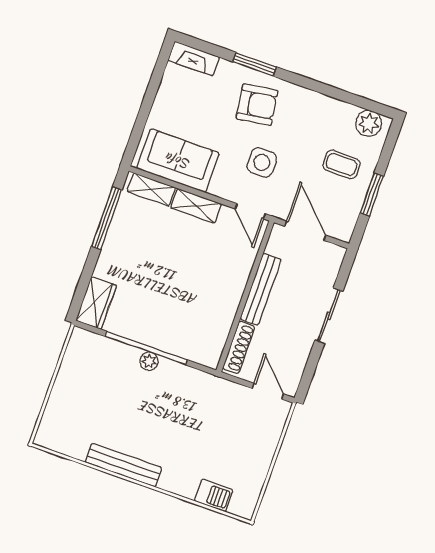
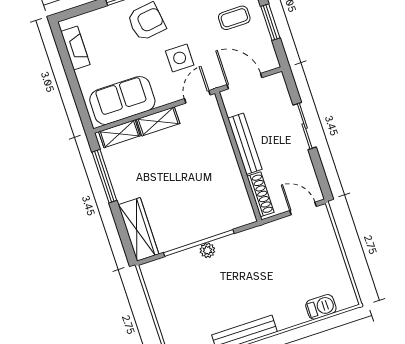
fireplace: (194, 59) -> (75, 48), moved, turned -90
door: (250, 211) -> (197, 97), swing flipped
wardrobe: (96, 303) -> (138, 229), width x1.50

